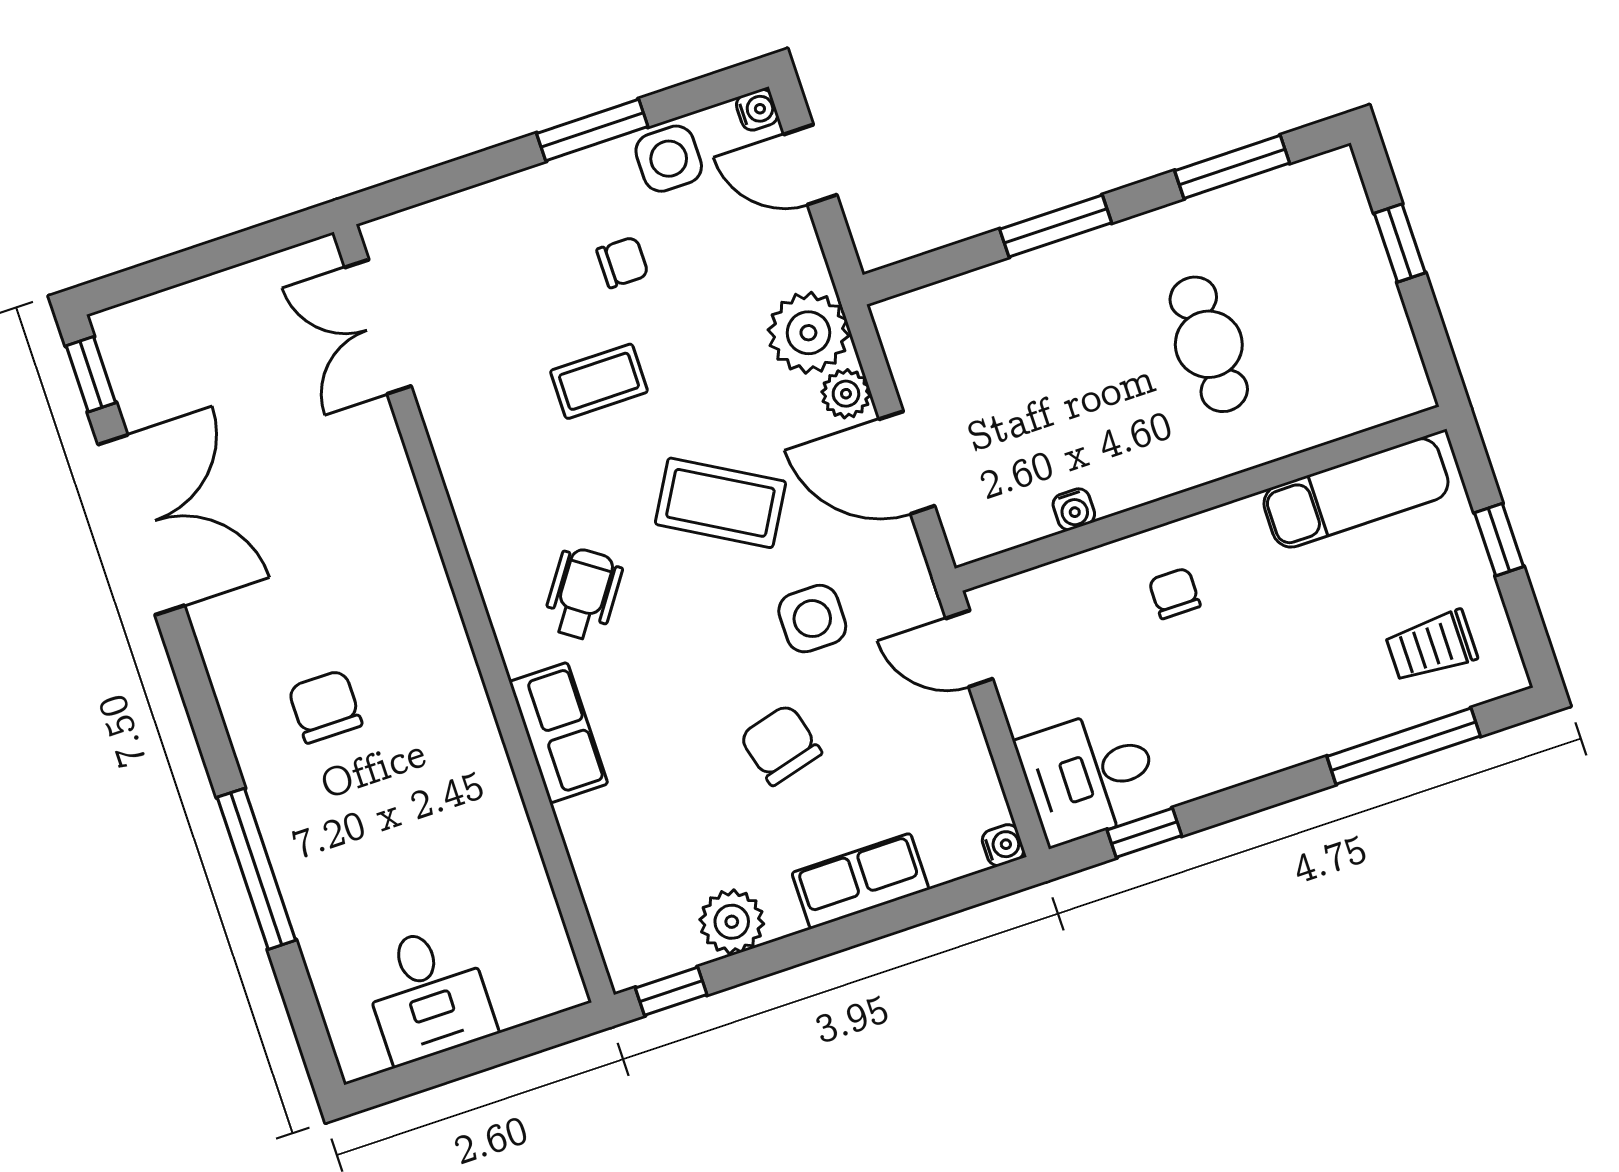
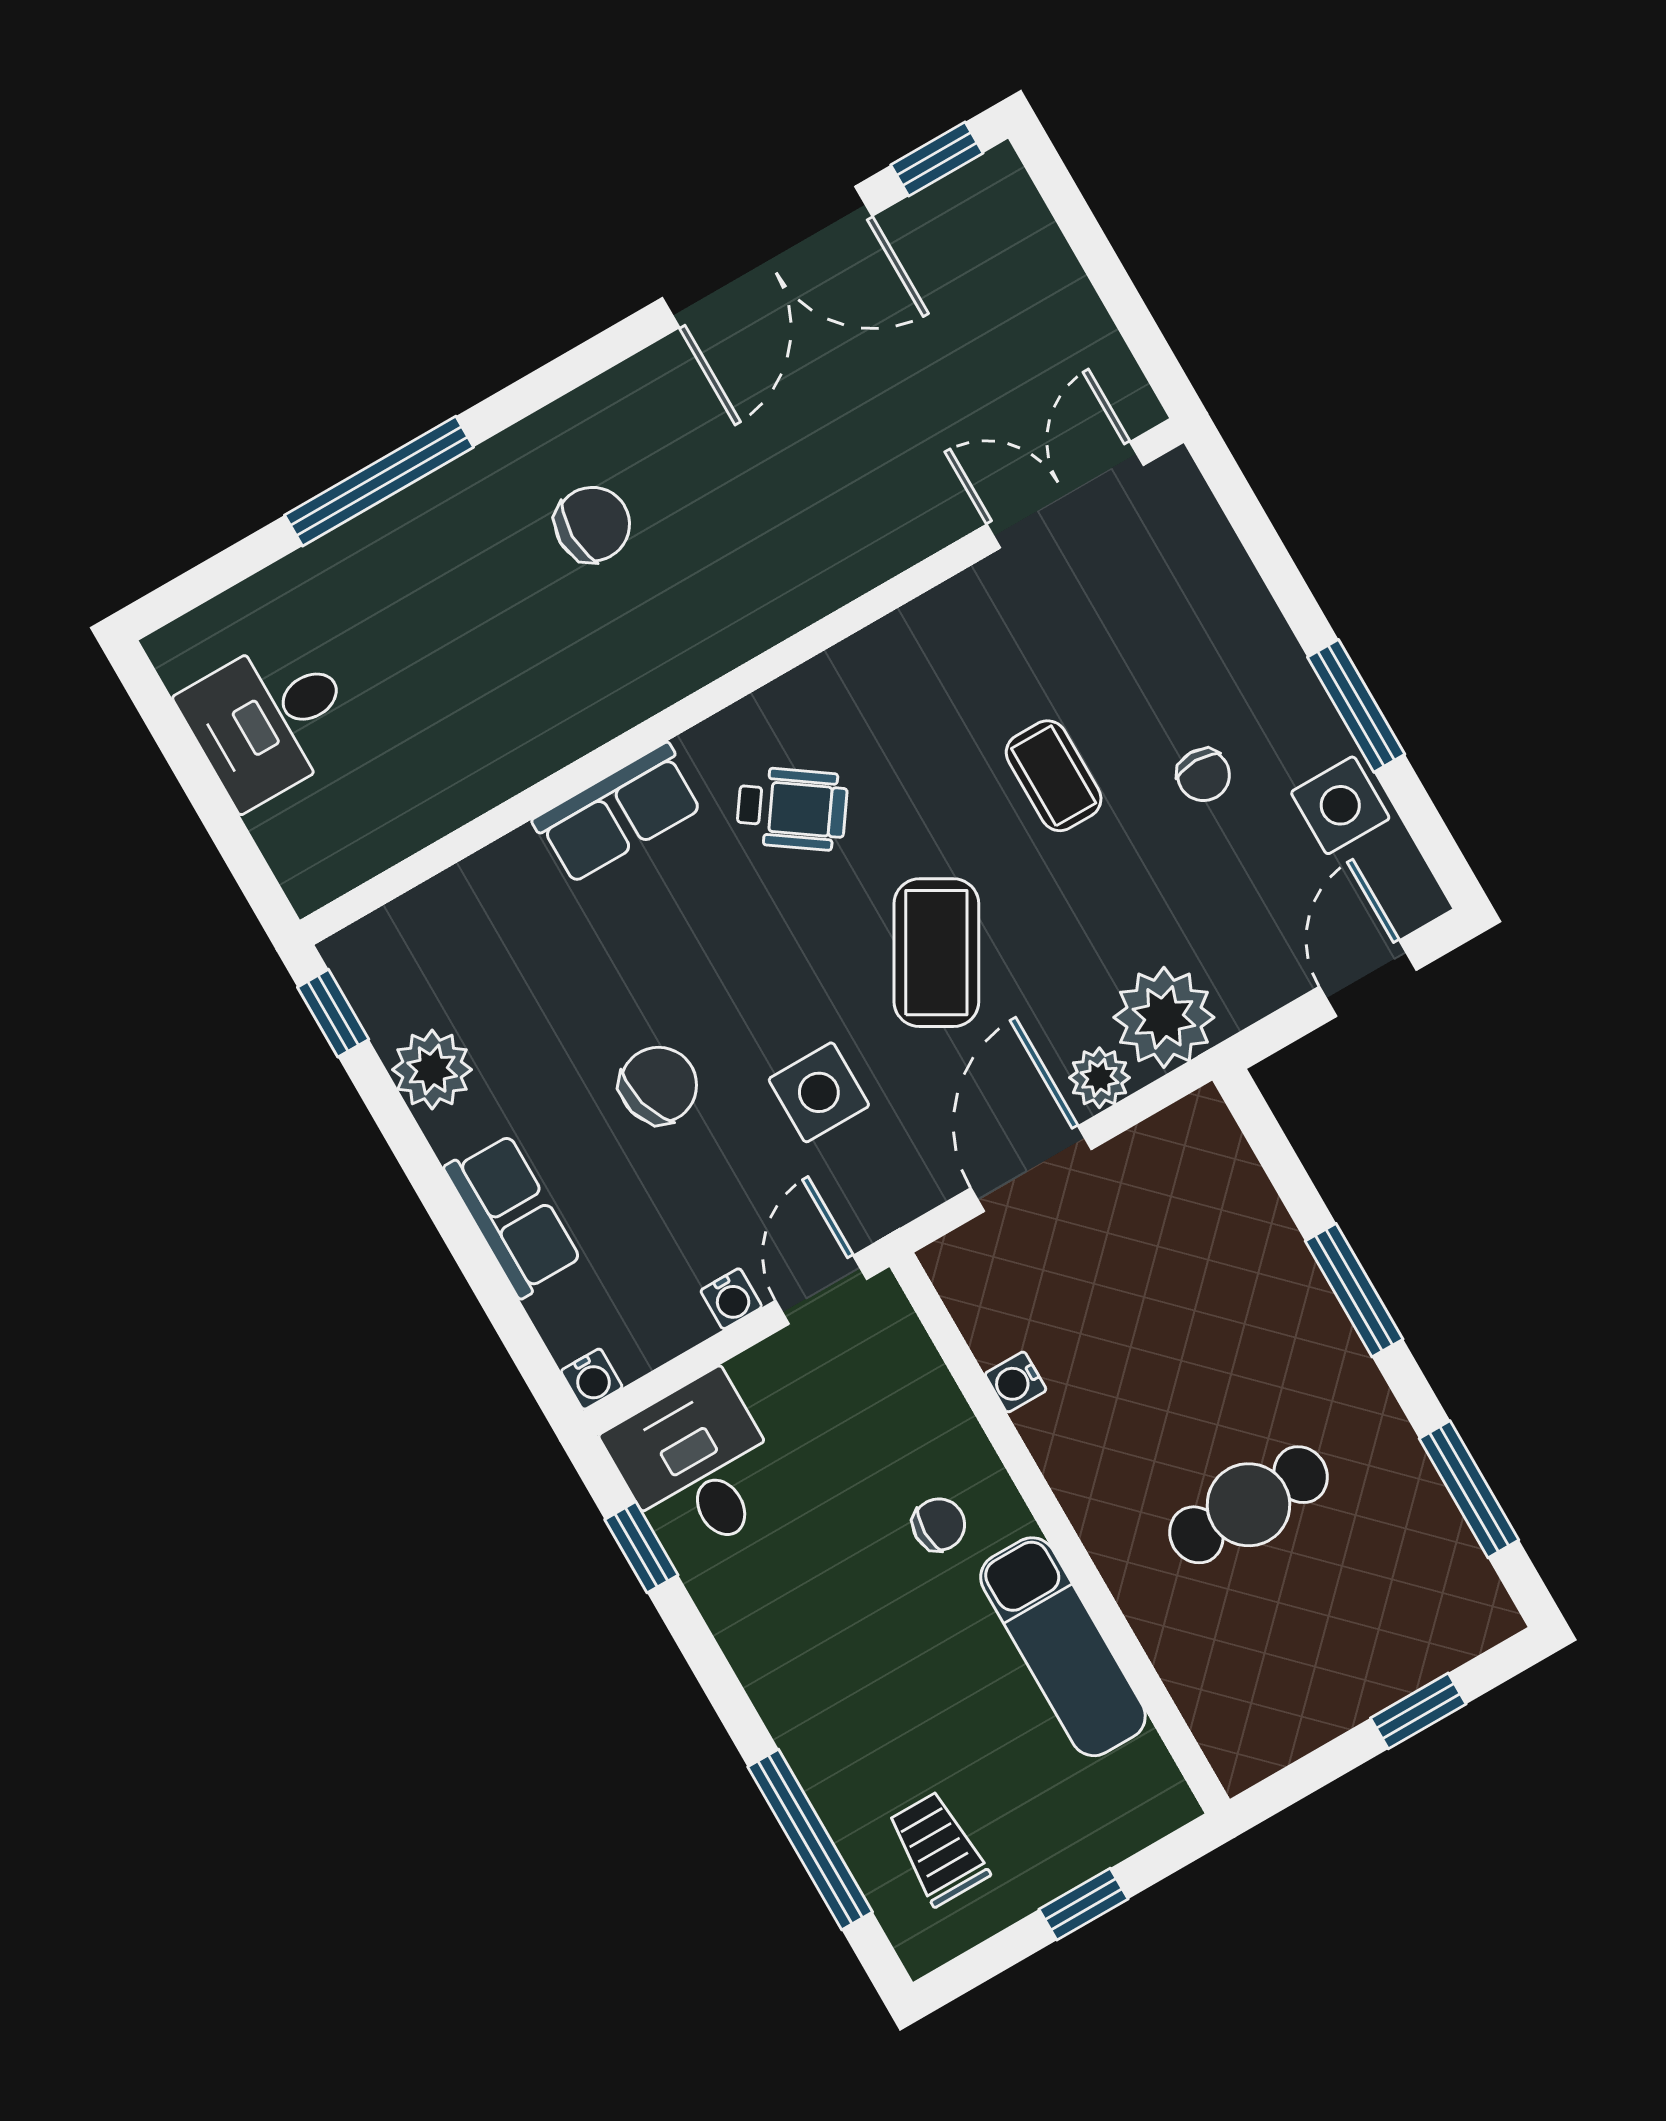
water cooler: (757, 110) -> (731, 1299), moved
exam couch: (1356, 493) -> (1063, 1647), moved

